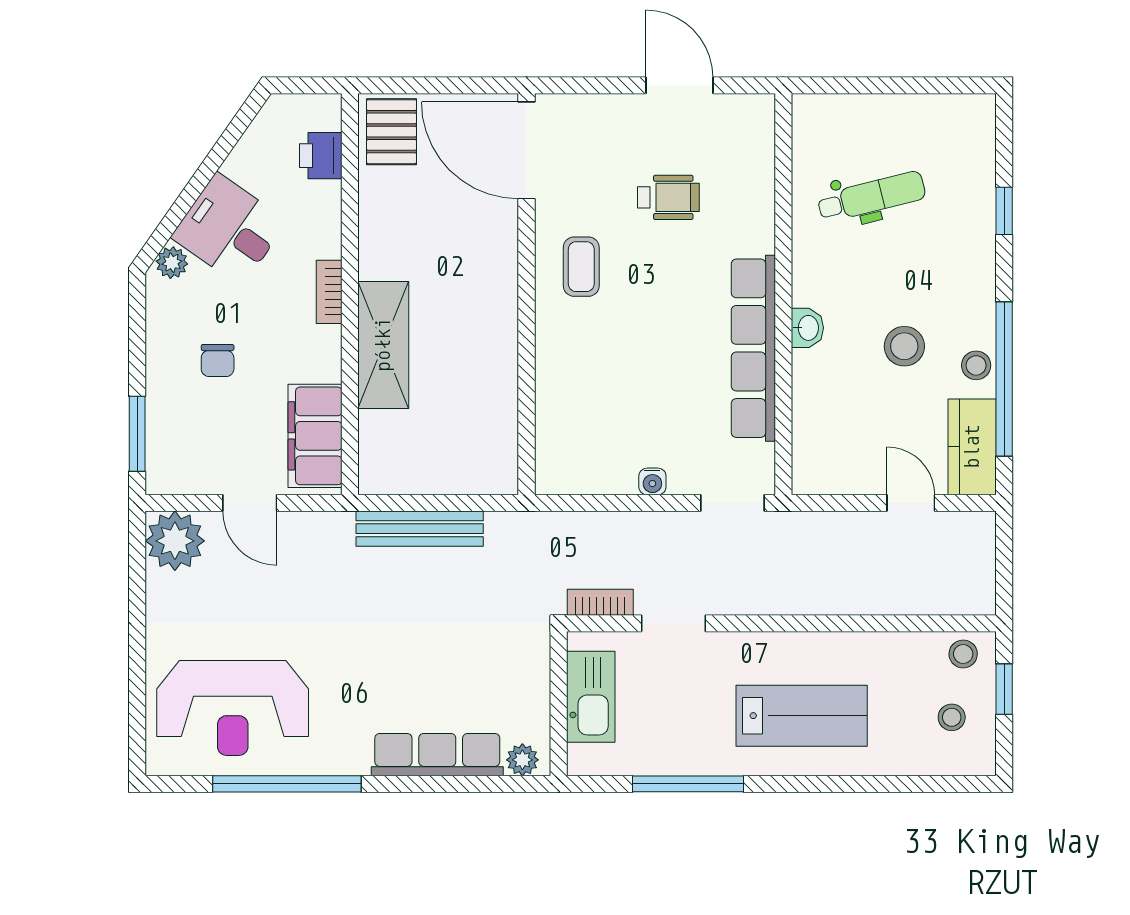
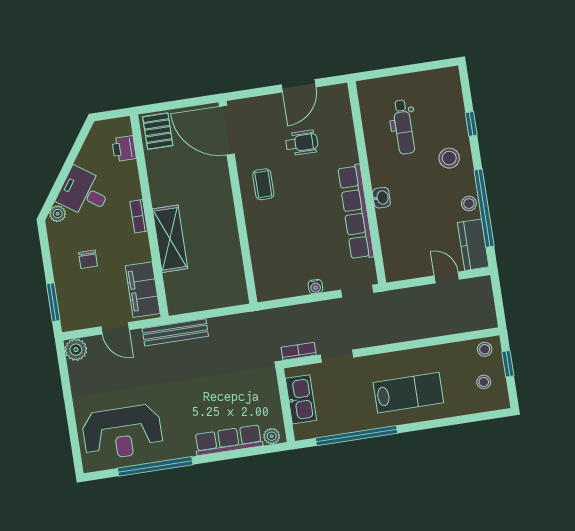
door: (679, 85) -> (299, 86), swing flipped
dental chair: (872, 197) -> (404, 127), turned 104
stool: (904, 346) -> (449, 158), moved
bench: (420, 529) -> (175, 332), moved
plant: (175, 541) -> (76, 350), width x0.73, depth x0.73
window: (688, 784) -> (357, 436), width x1.46

